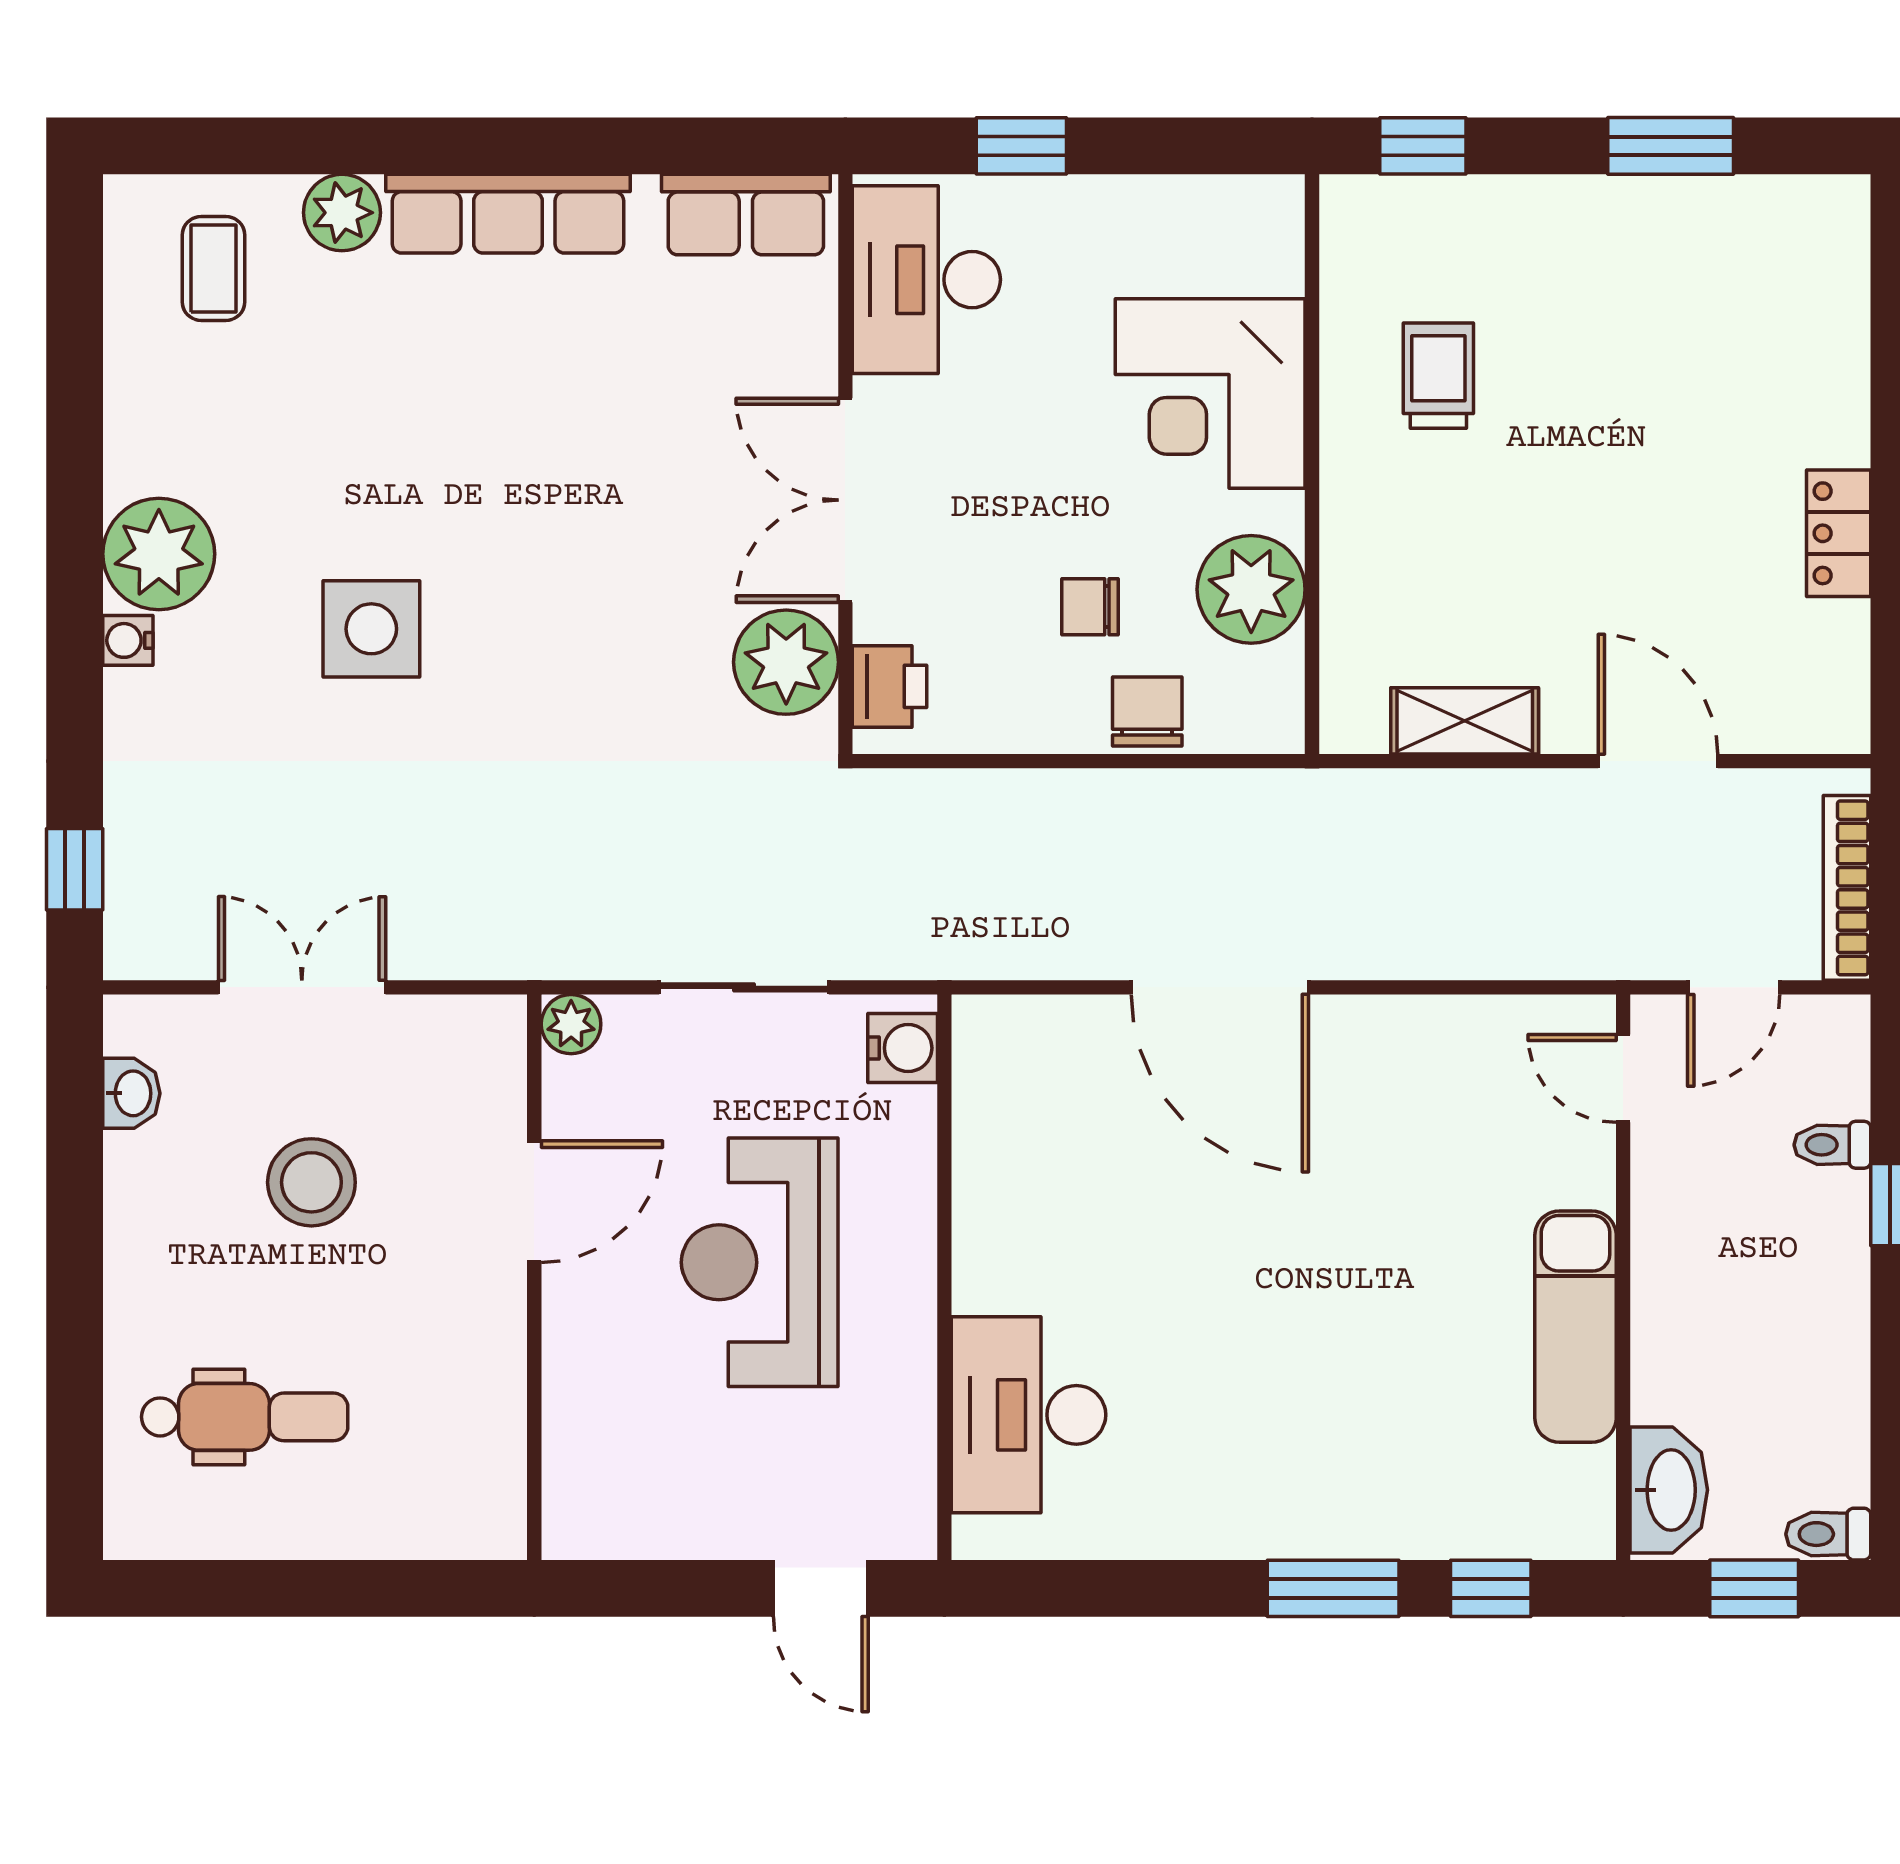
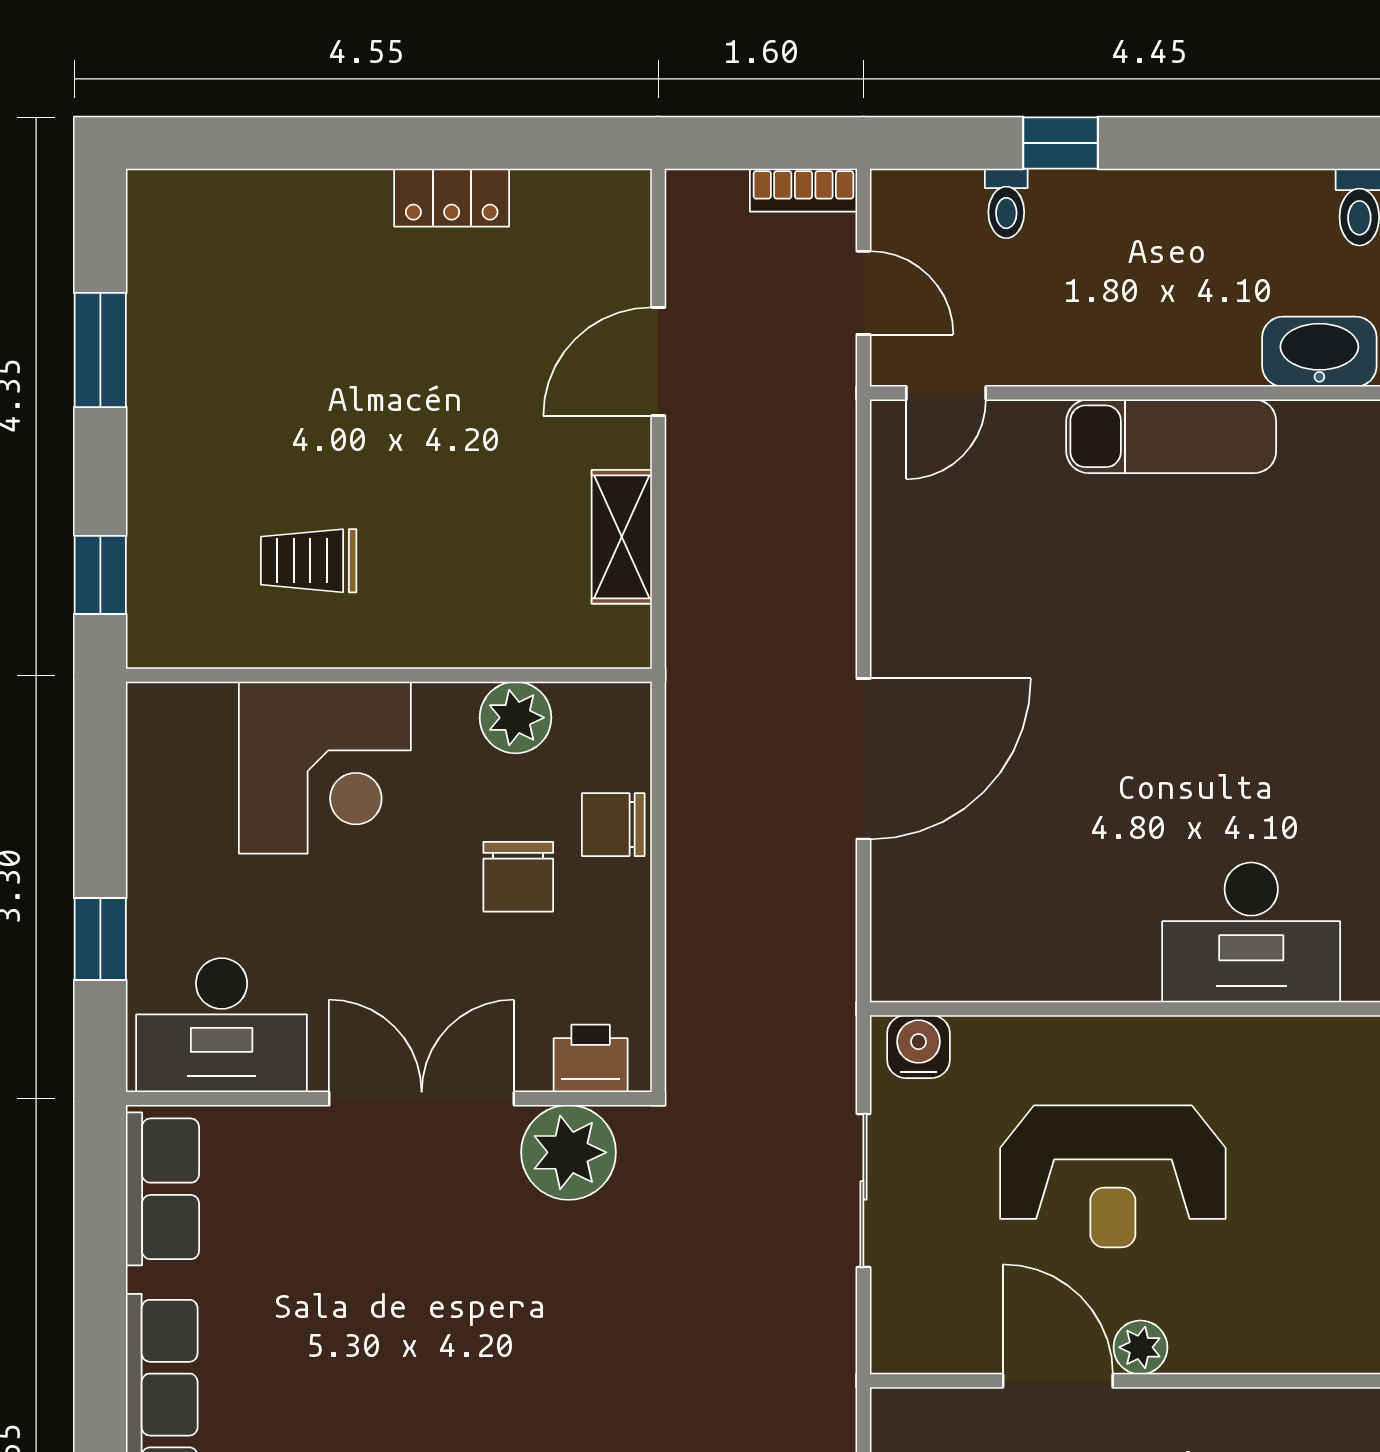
double door: (845, 500) -> (422, 1099), swing flipped
plant: (1251, 589) -> (516, 718), width x0.73, depth x0.73
chair: (1090, 607) -> (518, 877), width x1.37, depth x1.37
bookcase: (1847, 888) -> (803, 190), width x0.64
plant: (571, 1024) -> (1140, 1347), moved

